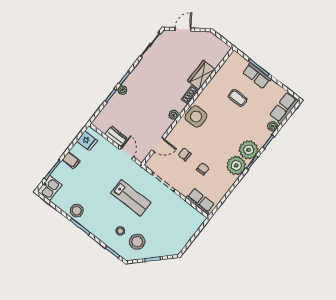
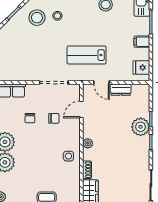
plant: (122, 90) -> (141, 127), width x1.88, depth x1.88
side table: (196, 117) -> (68, 156), width x0.54, depth x0.54
lab bench: (131, 198) -> (87, 55), moved

